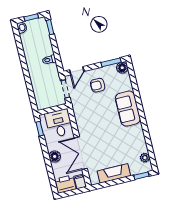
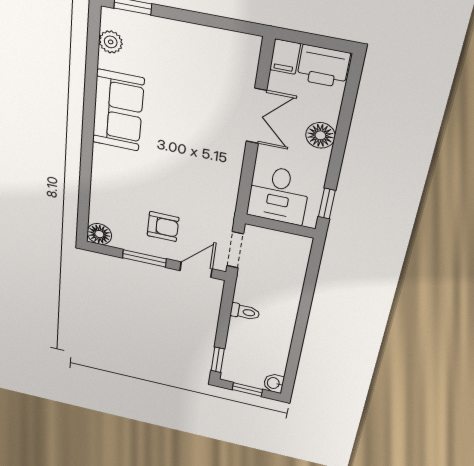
window: (111, 62) -> (144, 258), moved
sofa: (128, 109) -> (118, 111), moved
double door: (81, 153) -> (256, 116), width x0.73
fireplace: (114, 173) -> (197, 39), removed

